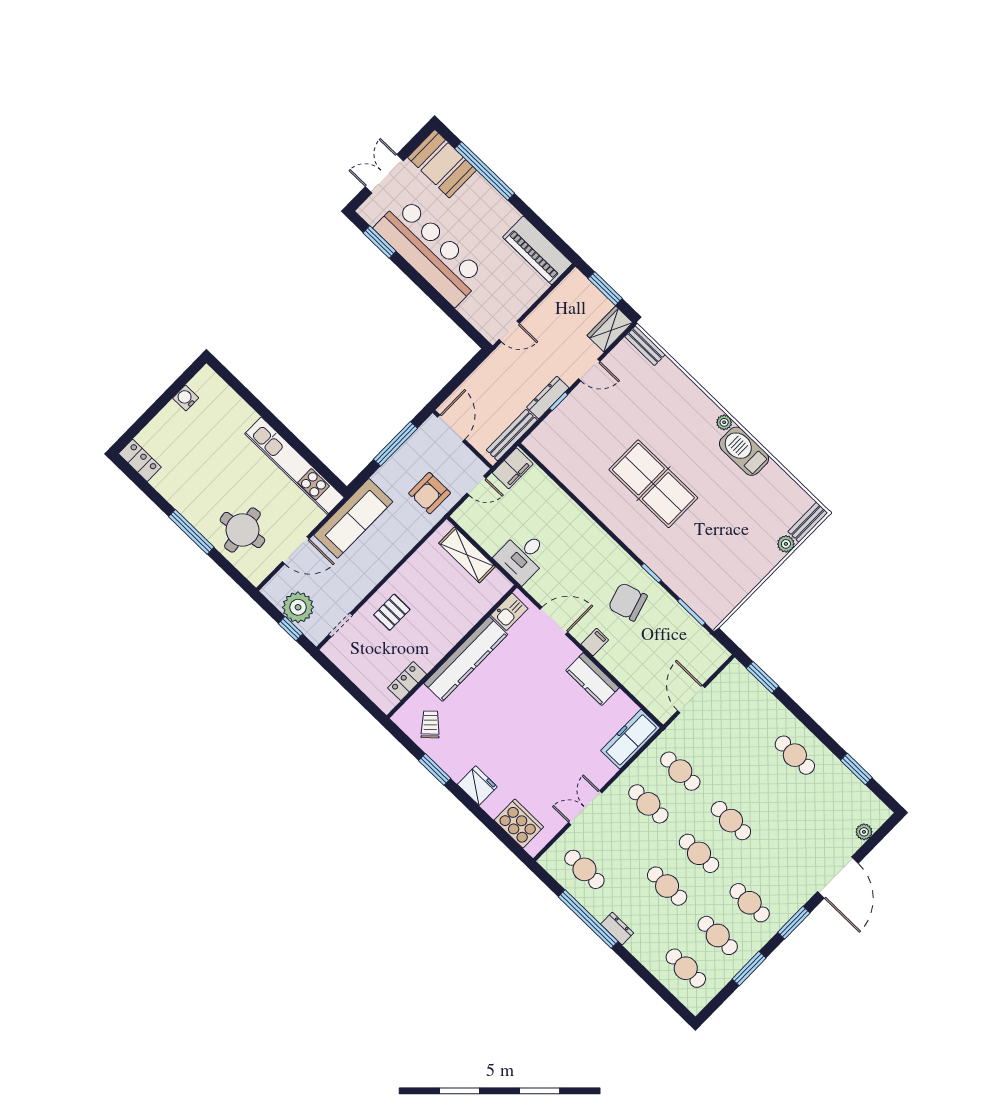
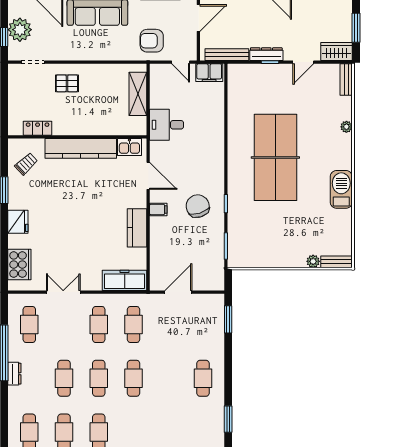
door: (589, 370) -> (303, 62), hinge flipped
plant: (724, 422) -> (346, 127), moved
table tennis table: (653, 484) -> (275, 157), width x1.36, depth x1.32

